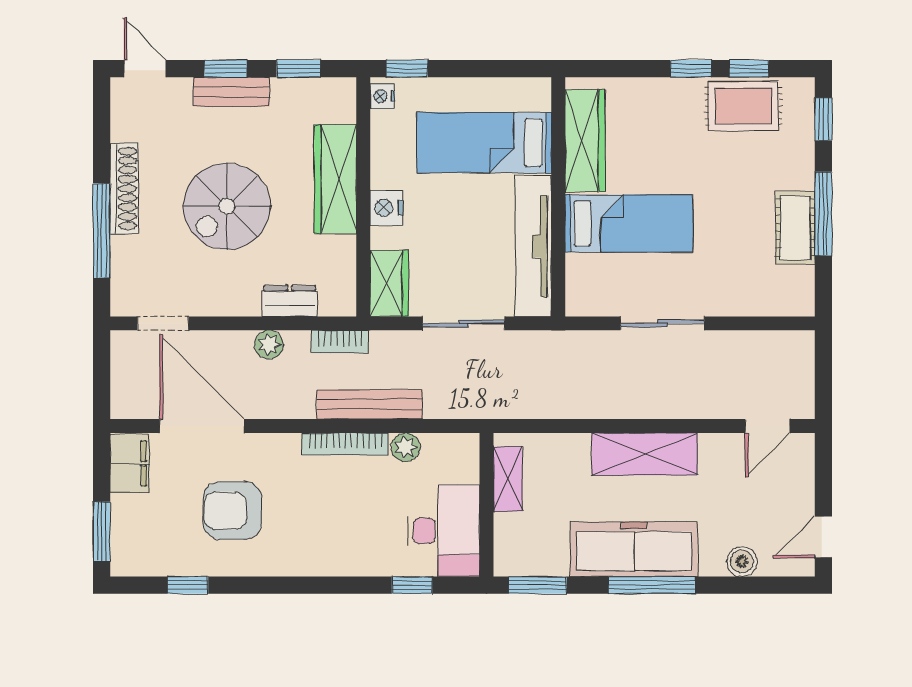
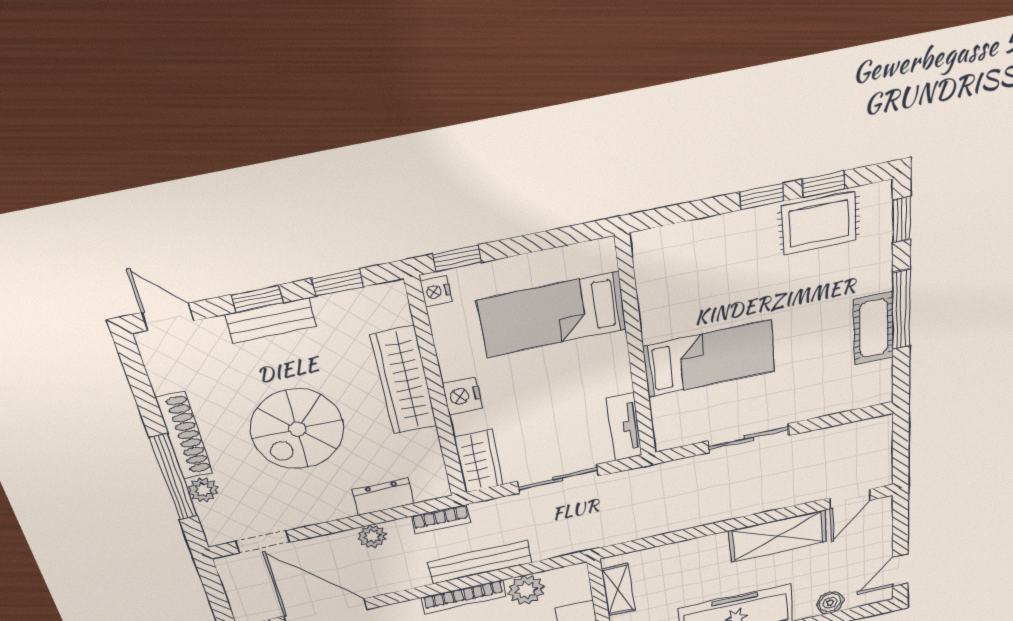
wardrobe: (585, 141) -> (657, 291), removed
tv unit: (533, 246) -> (624, 427), width x0.52, depth x0.78
plant: (124, 251) -> (203, 490), added
plant: (406, 447) -> (526, 590), width x1.38, depth x1.38
shelving: (645, 454) -> (778, 536), moved

